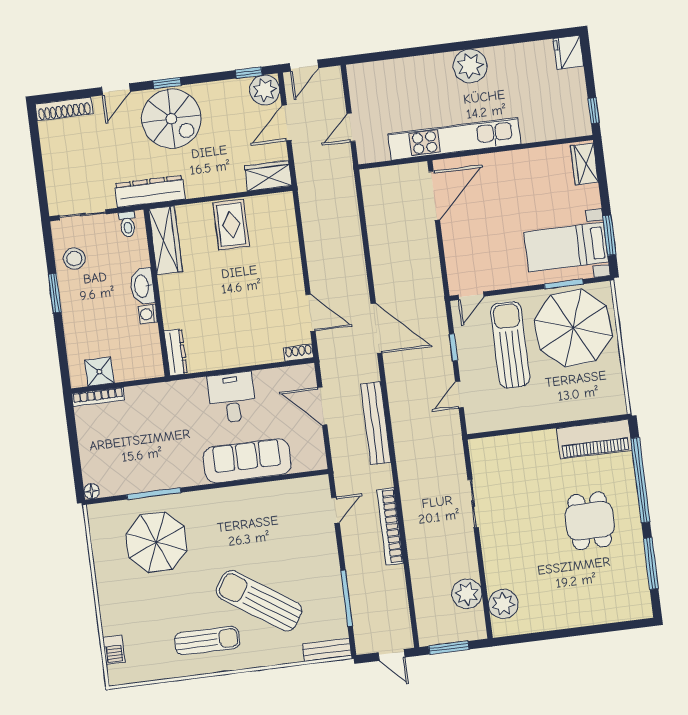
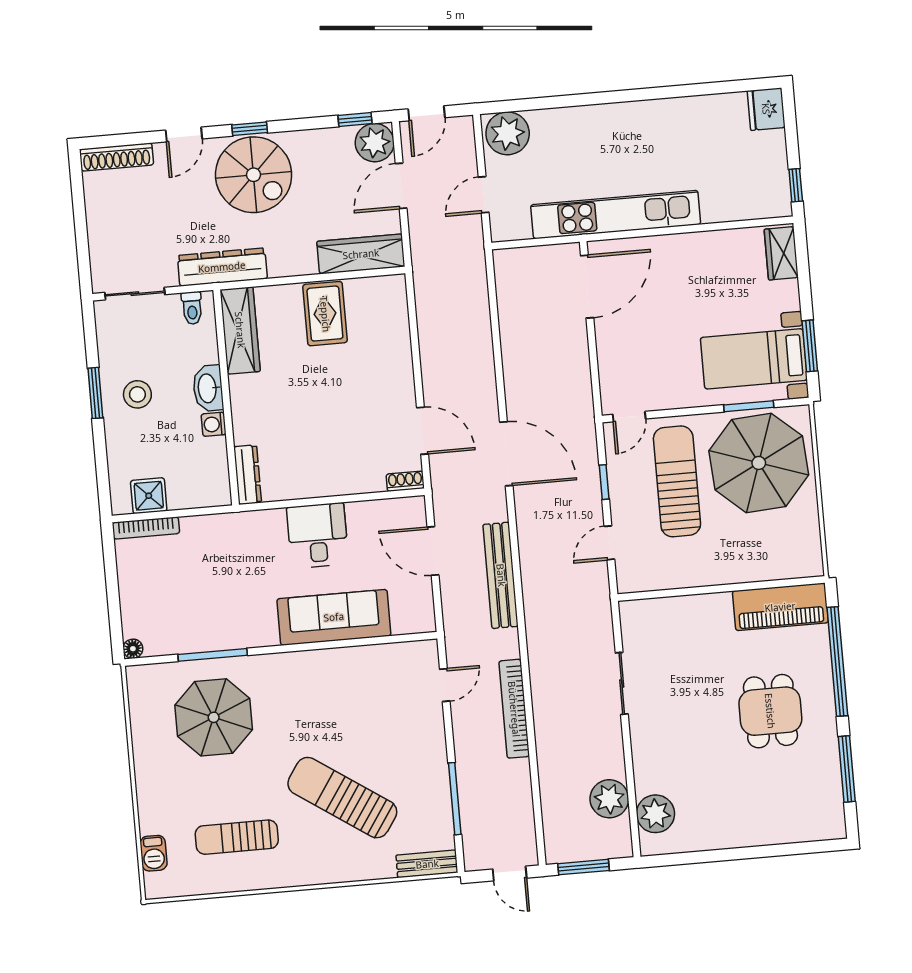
plant: (470, 66) -> (508, 133), moved
wardrobe: (268, 176) -> (361, 254), width x1.50
stool: (74, 259) -> (137, 394), moved
sun lounger: (207, 641) -> (237, 837), moved, turned 180

